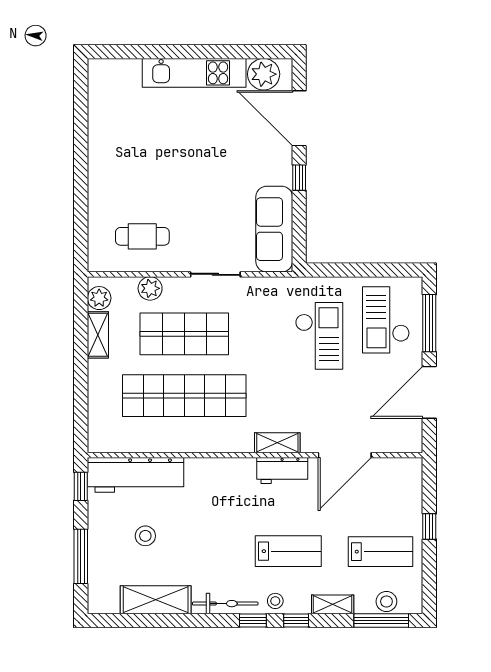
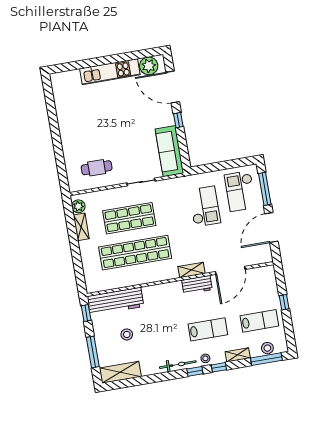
plant: (150, 288) -> (106, 196), removed
shelving: (156, 600) -> (120, 372), moved

